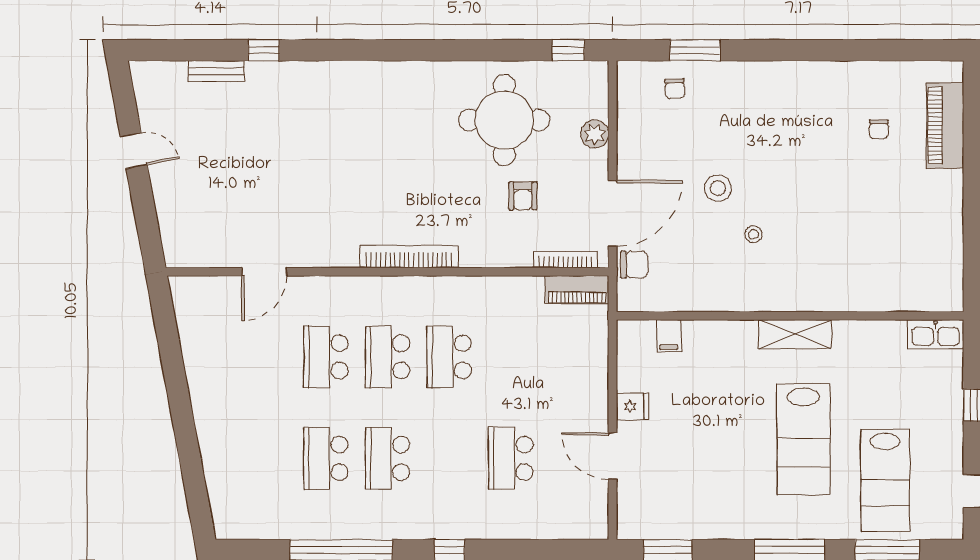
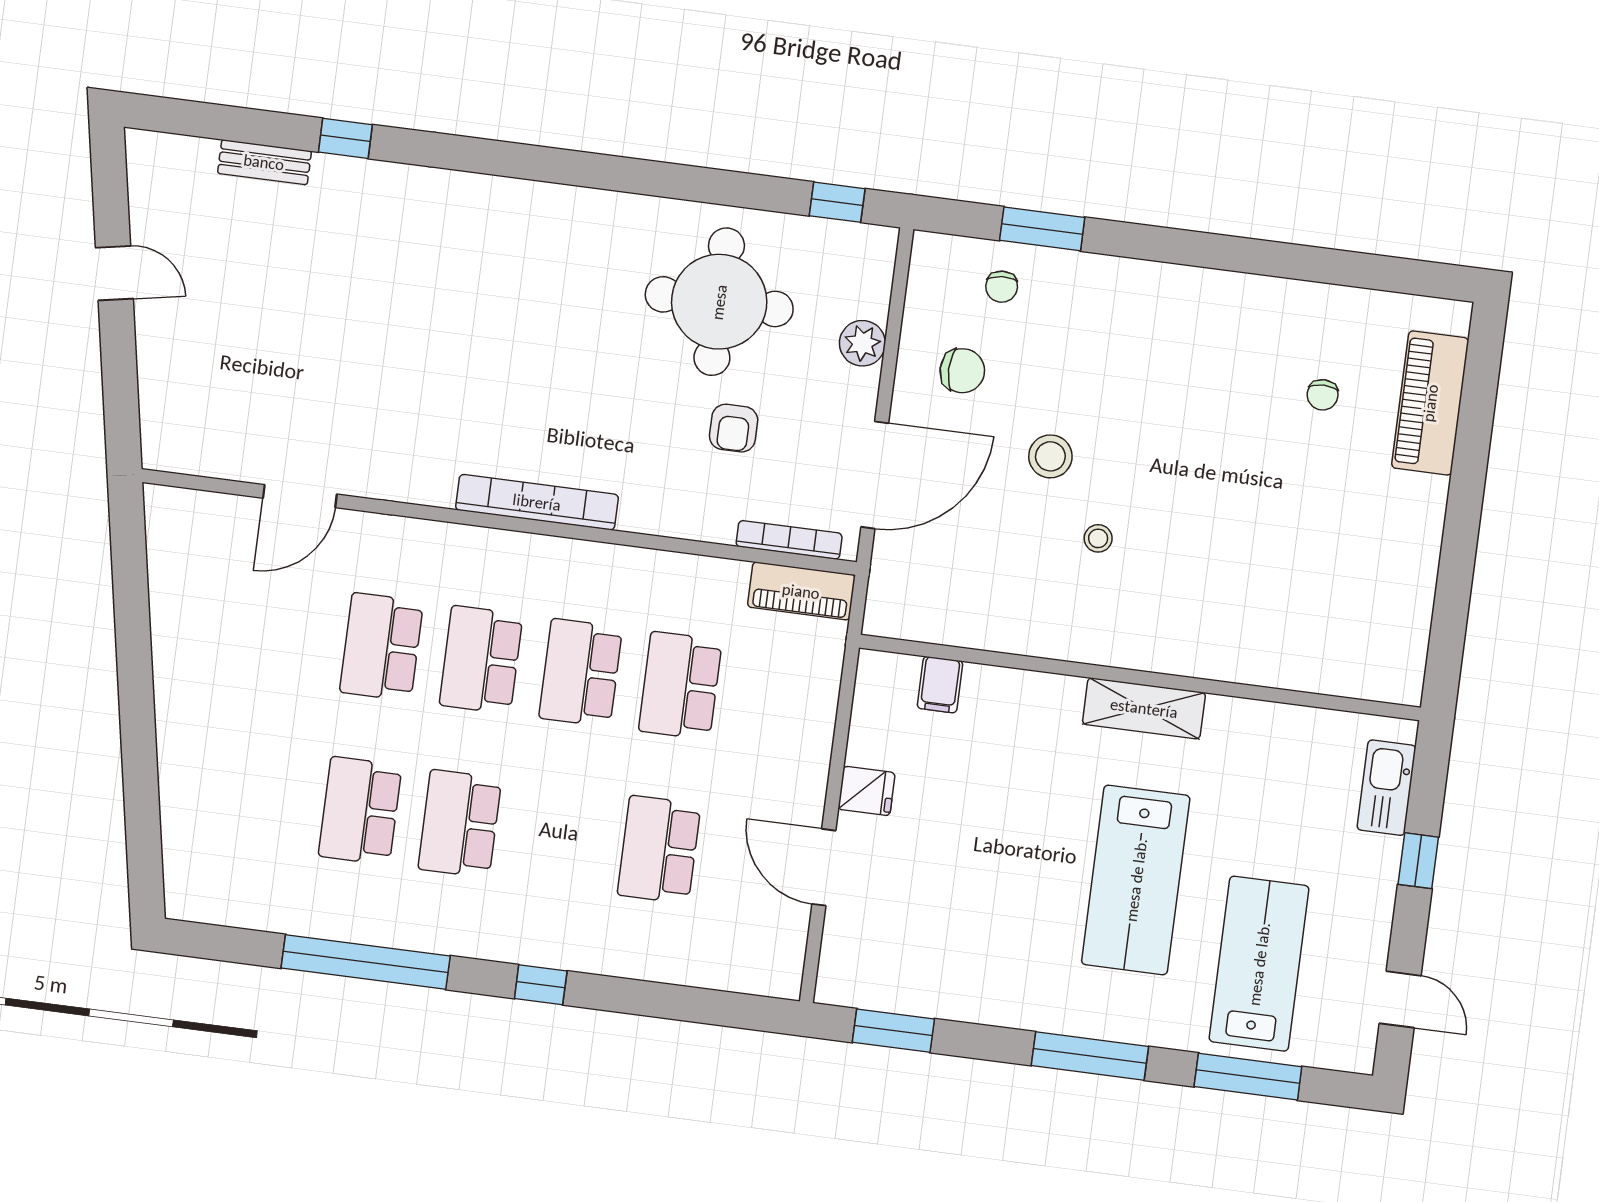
chair: (634, 265) -> (962, 371), moved
kitchen sink: (936, 334) -> (1386, 788), moved, turned 90
school desk: (511, 357) -> (680, 686), added
lab bench: (885, 480) -> (1259, 964), turned 180

